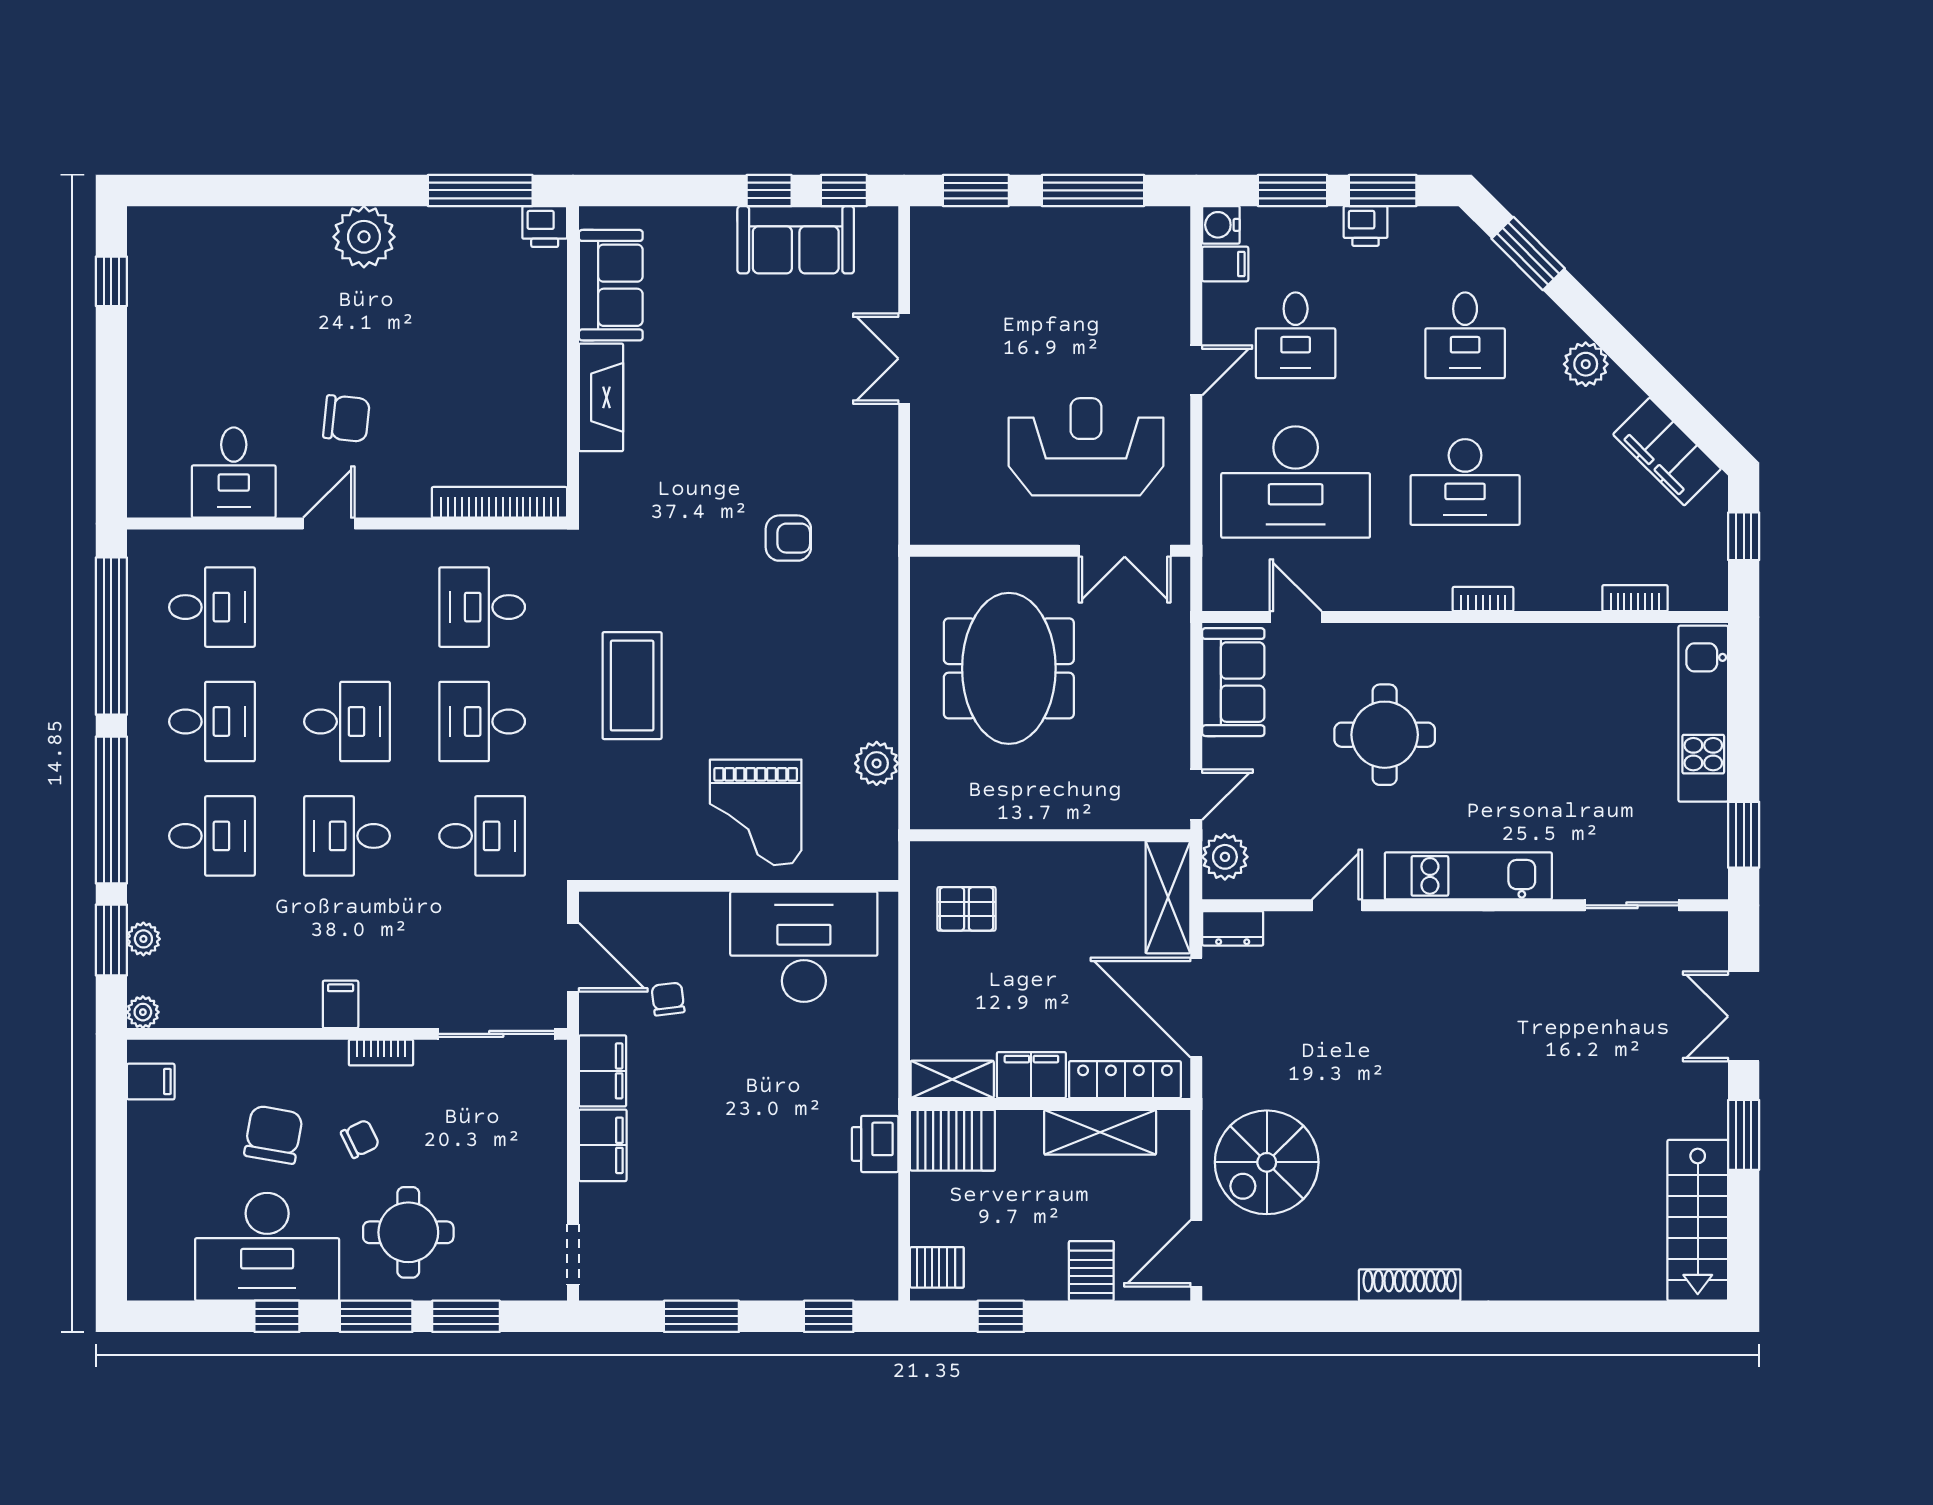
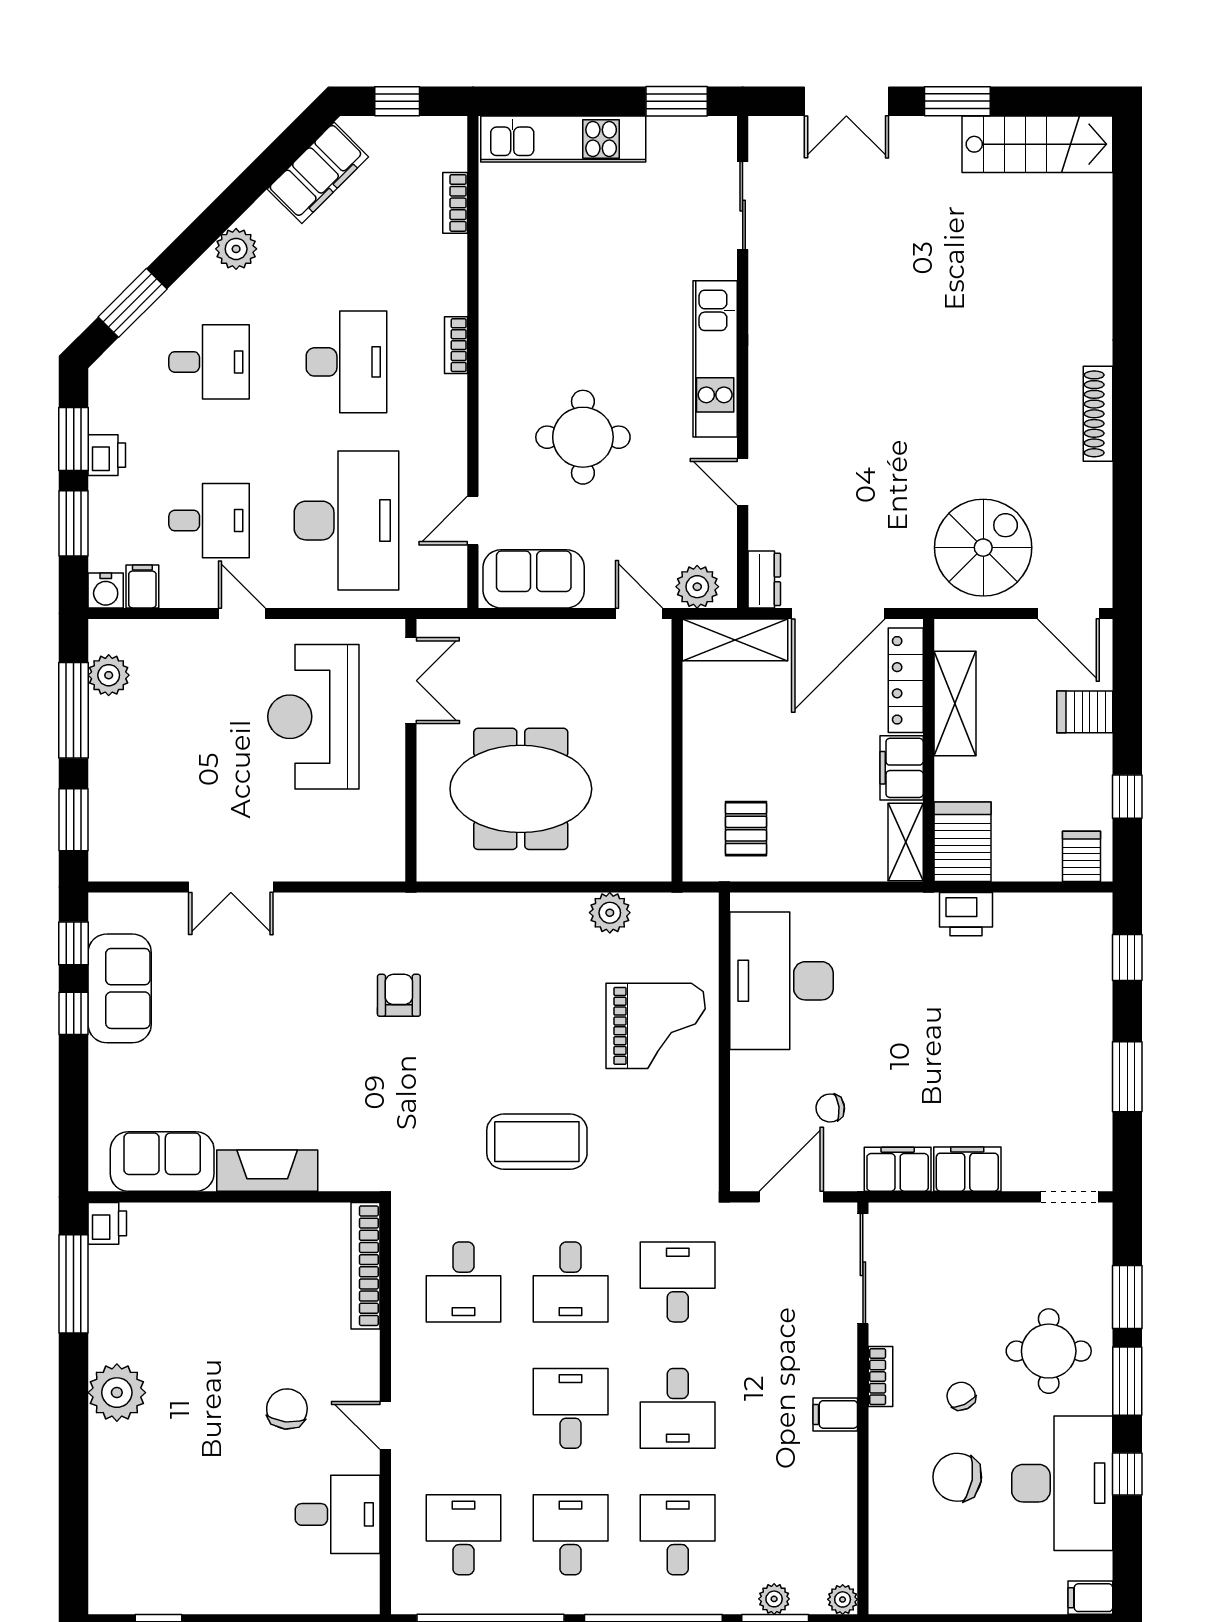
plant: (1130, 228) -> (109, 675), added
filing cabinet: (151, 1082) -> (1090, 1598), moved, turned -90
spiral stairs: (1267, 1162) -> (983, 548), turned -90

